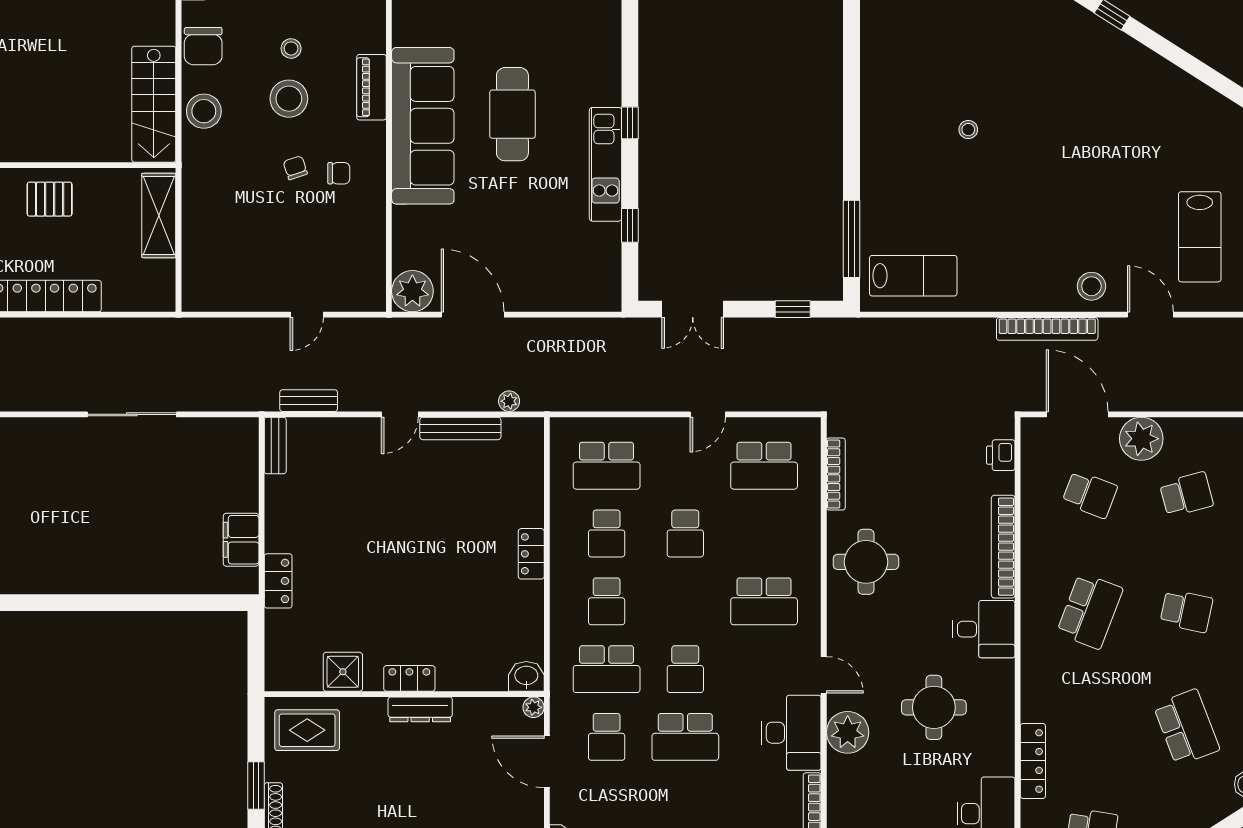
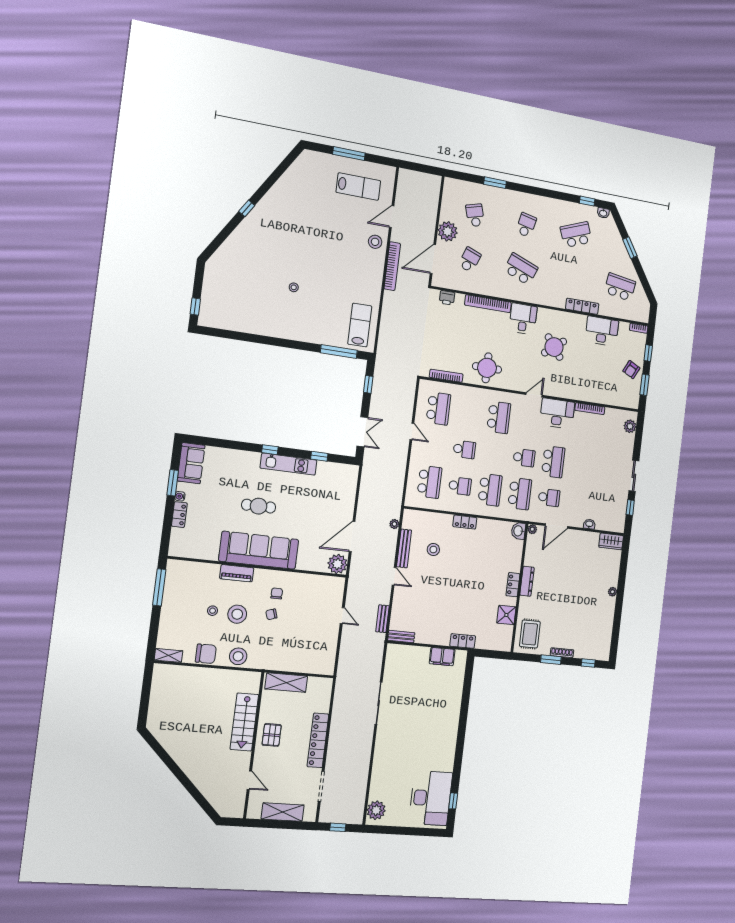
stairs: (154, 104) -> (244, 722), moved, turned 90
cafe table: (512, 114) -> (259, 506), width x0.73, depth x0.74
stool: (465, 492) -> (433, 550), added
school desk: (607, 601) -> (490, 490), width x1.85
round table: (934, 707) -> (554, 347), turned -38
plant: (848, 732) -> (560, 388), removed

